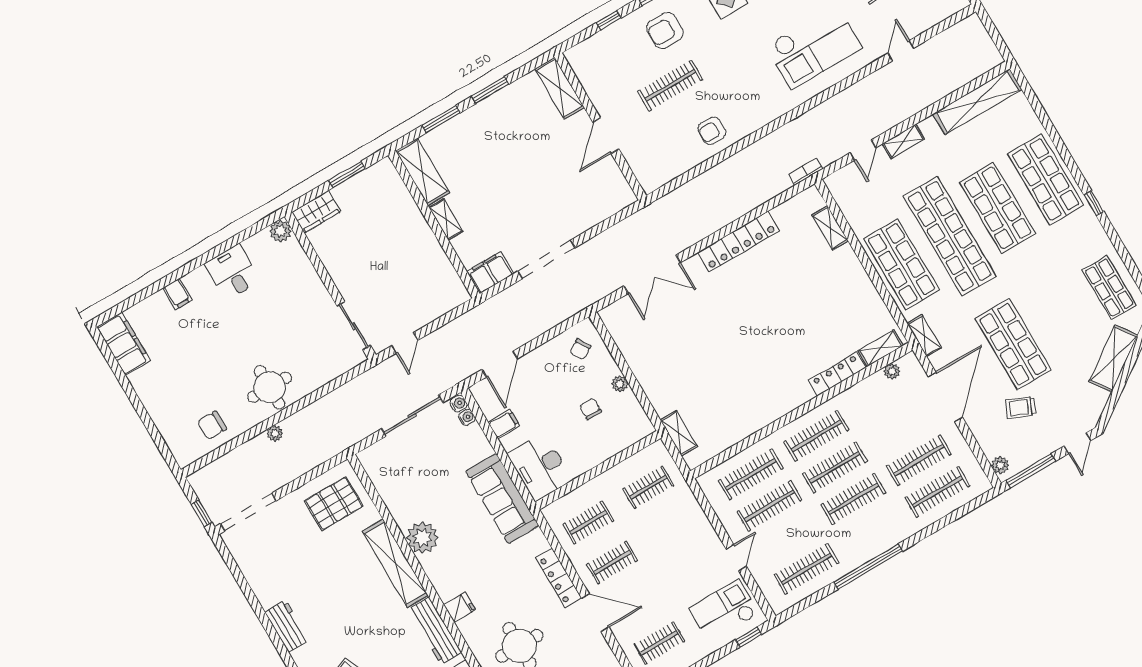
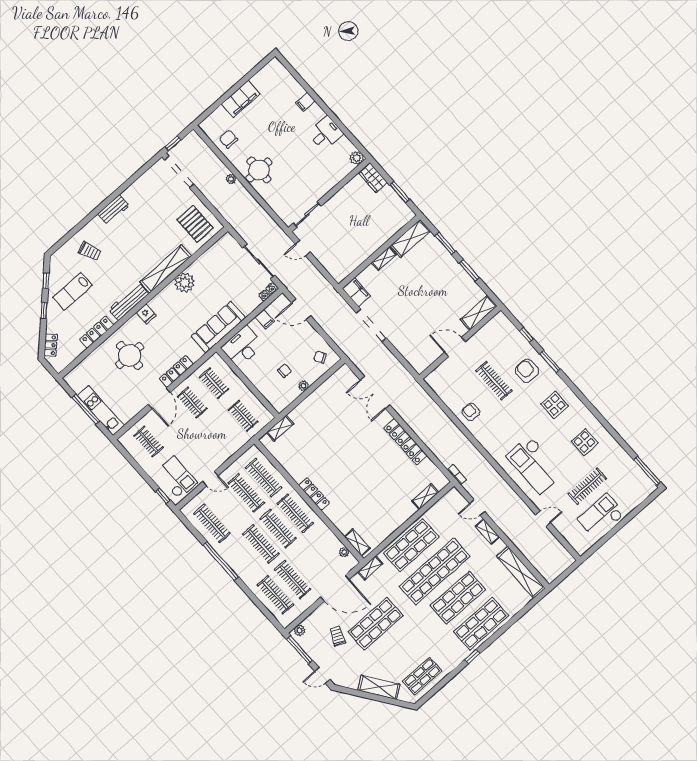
filing cabinet: (124, 344) -> (241, 99), moved
locker: (837, 374) -> (314, 494), moved

